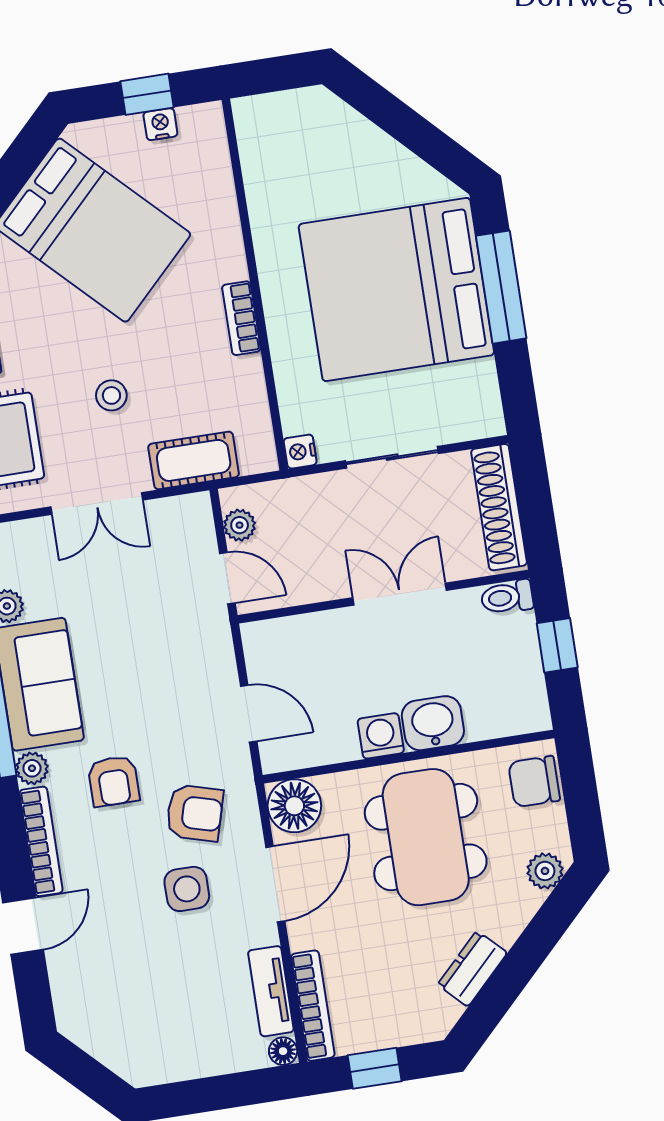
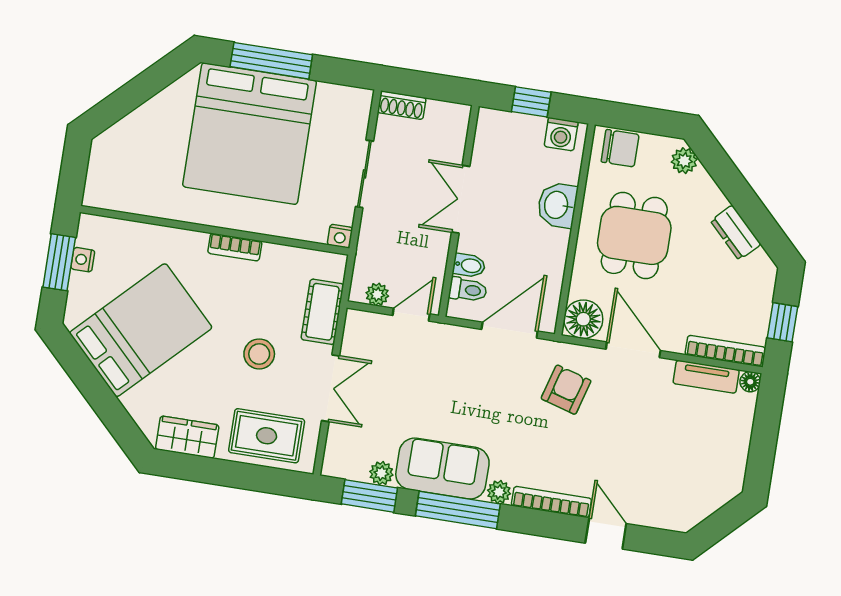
window: (147, 94) -> (59, 262), width x1.50
stool: (111, 395) -> (259, 354), width x1.37, depth x1.37
shoe rack: (499, 507) -> (402, 105), width x0.51, depth x0.81
toilet: (507, 597) -> (468, 290), moved, turned -90
bidet: (316, 633) -> (469, 265), added
door: (249, 714) -> (510, 330), width x1.38
washing machine: (381, 736) -> (561, 134), moved, turned -90
armchair: (114, 781) -> (526, 438), removed
chair: (534, 781) -> (620, 148), turned -90
dining table: (426, 837) -> (634, 235), width x0.73
side table: (187, 889) -> (617, 412), removed

